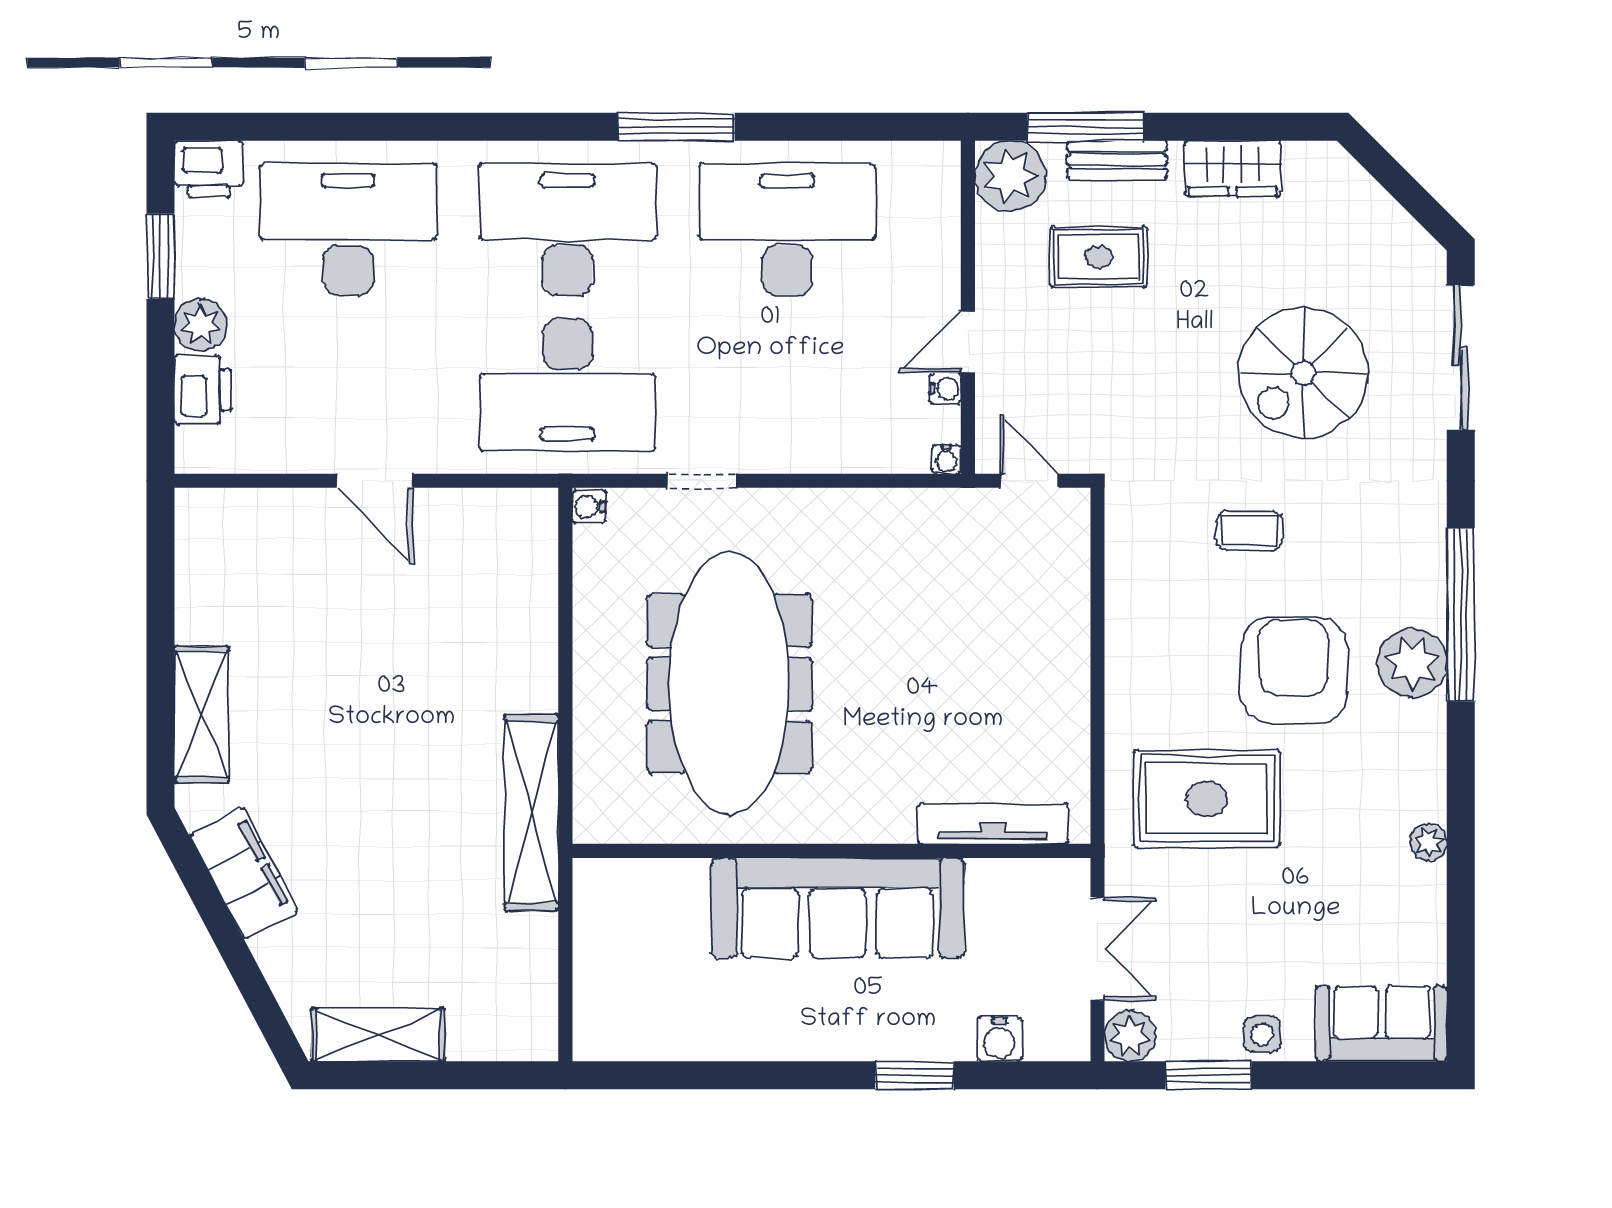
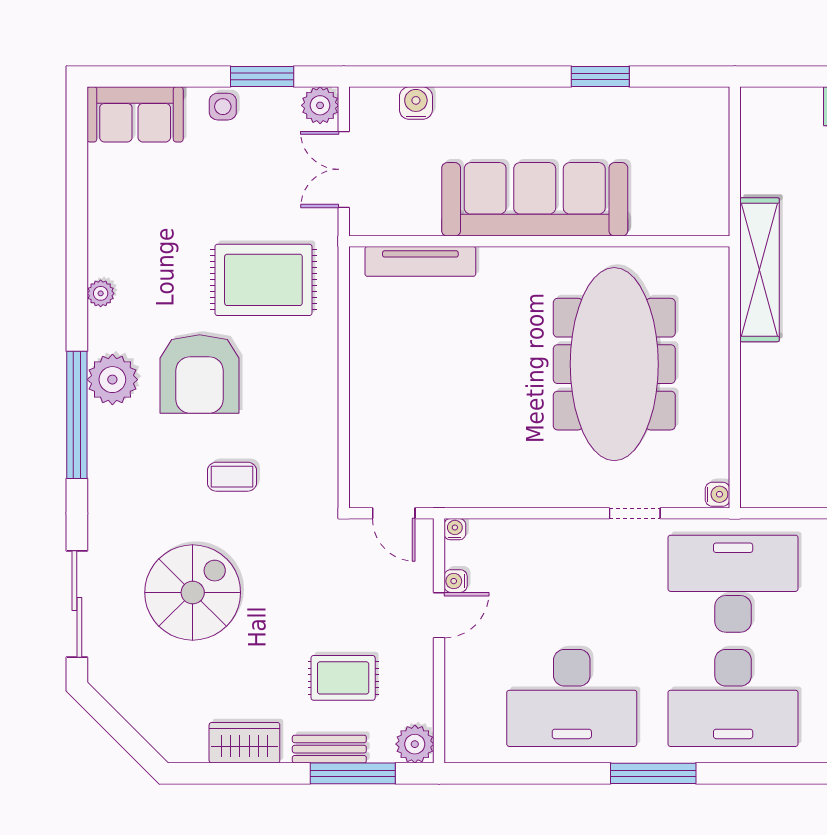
plant: (1010, 176) -> (415, 744), width x0.73, depth x0.73
plant: (1428, 842) -> (101, 293), moved
window: (915, 1075) -> (600, 76), moved

